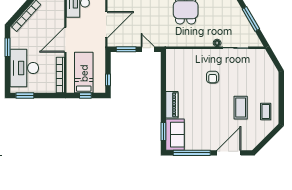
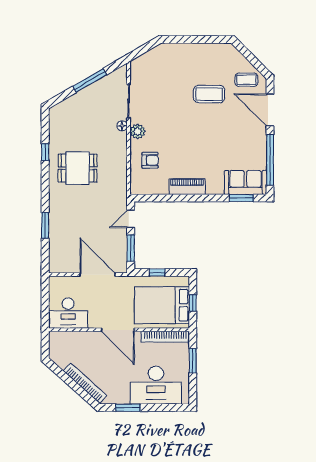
plant: (213, 54) -> (138, 131), added
bed: (84, 73) -> (162, 305), width x1.50
armchair: (213, 77) -> (150, 160), moved
window: (108, 80) -> (157, 273), moved
window: (25, 95) -> (193, 361), moved
piano: (172, 105) -> (187, 187), moved
coffee table: (266, 111) -> (246, 80), moved

